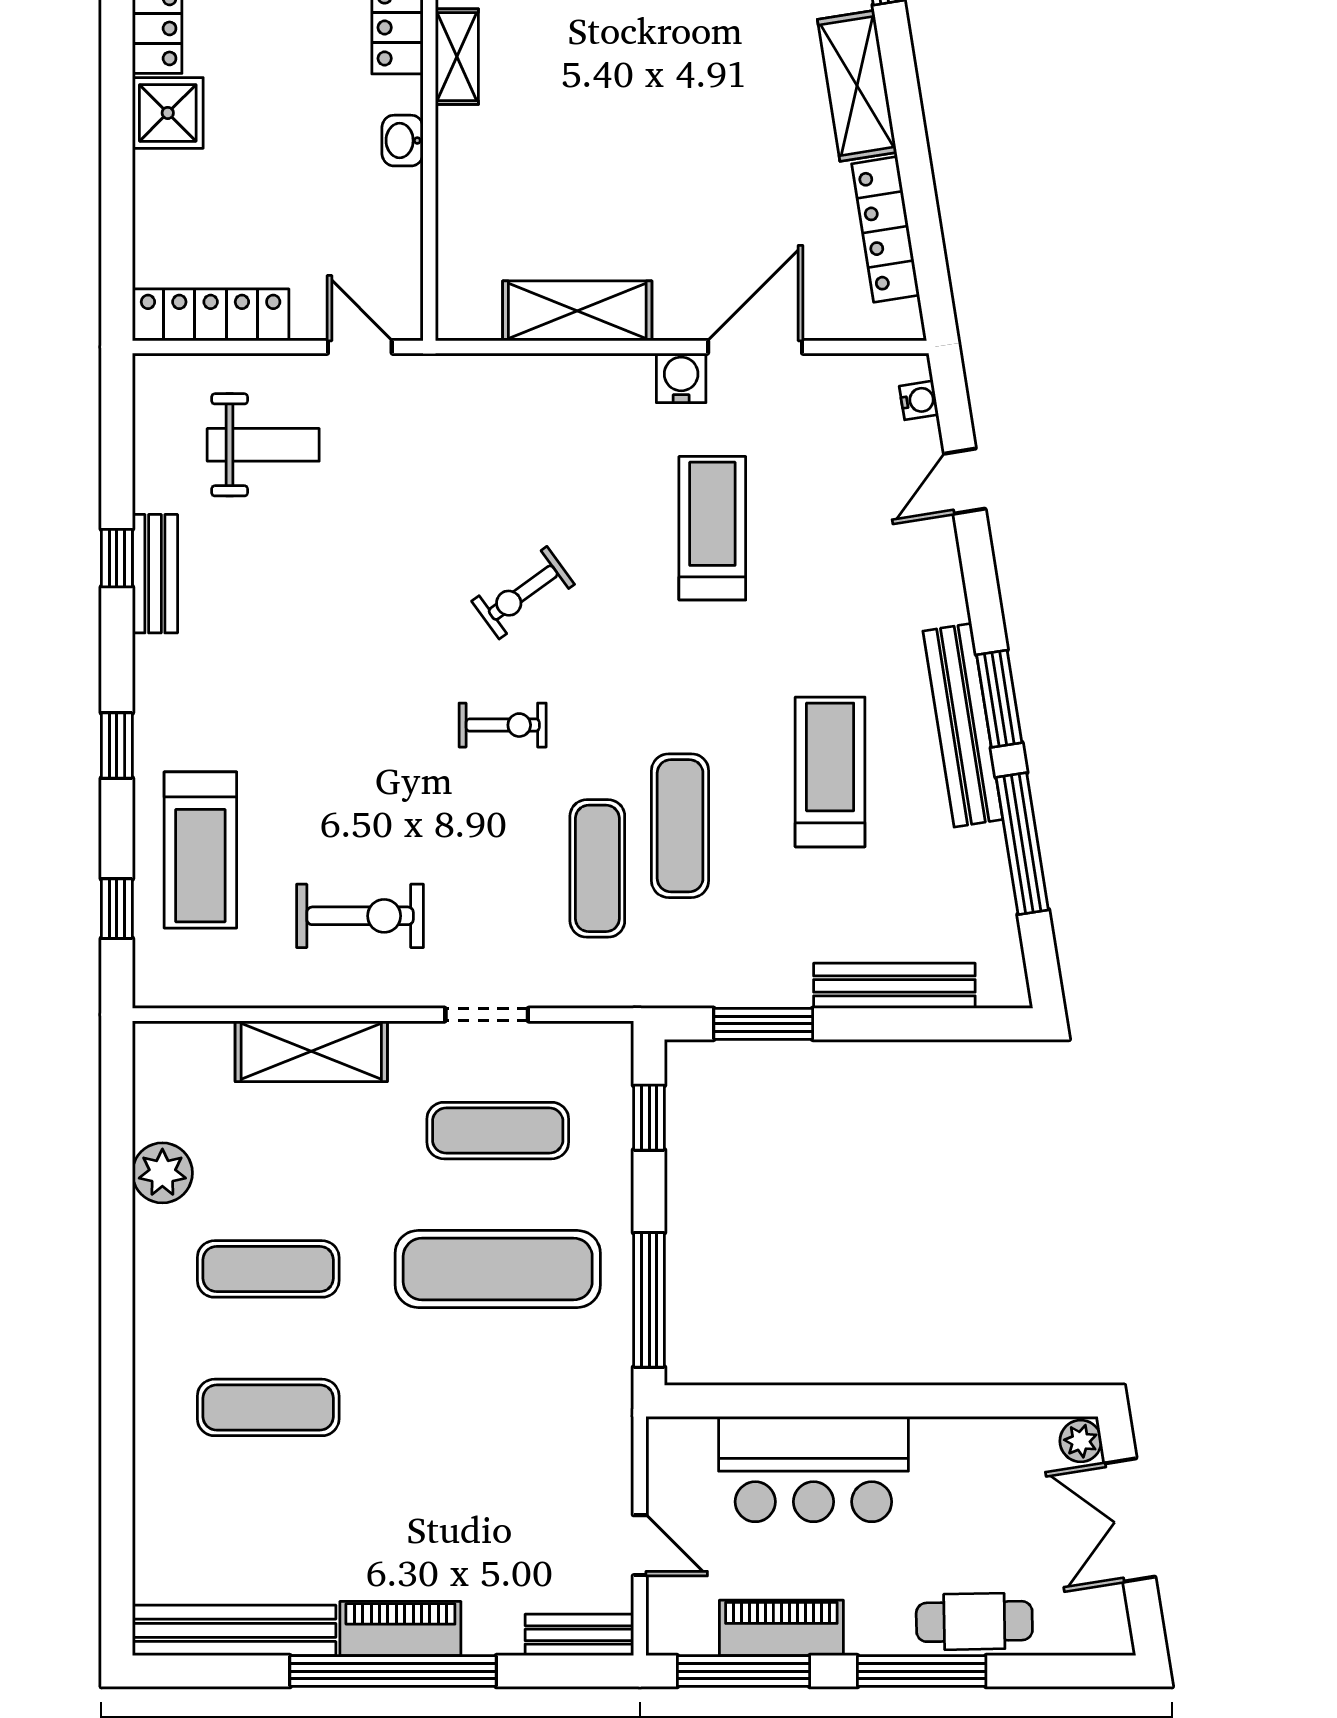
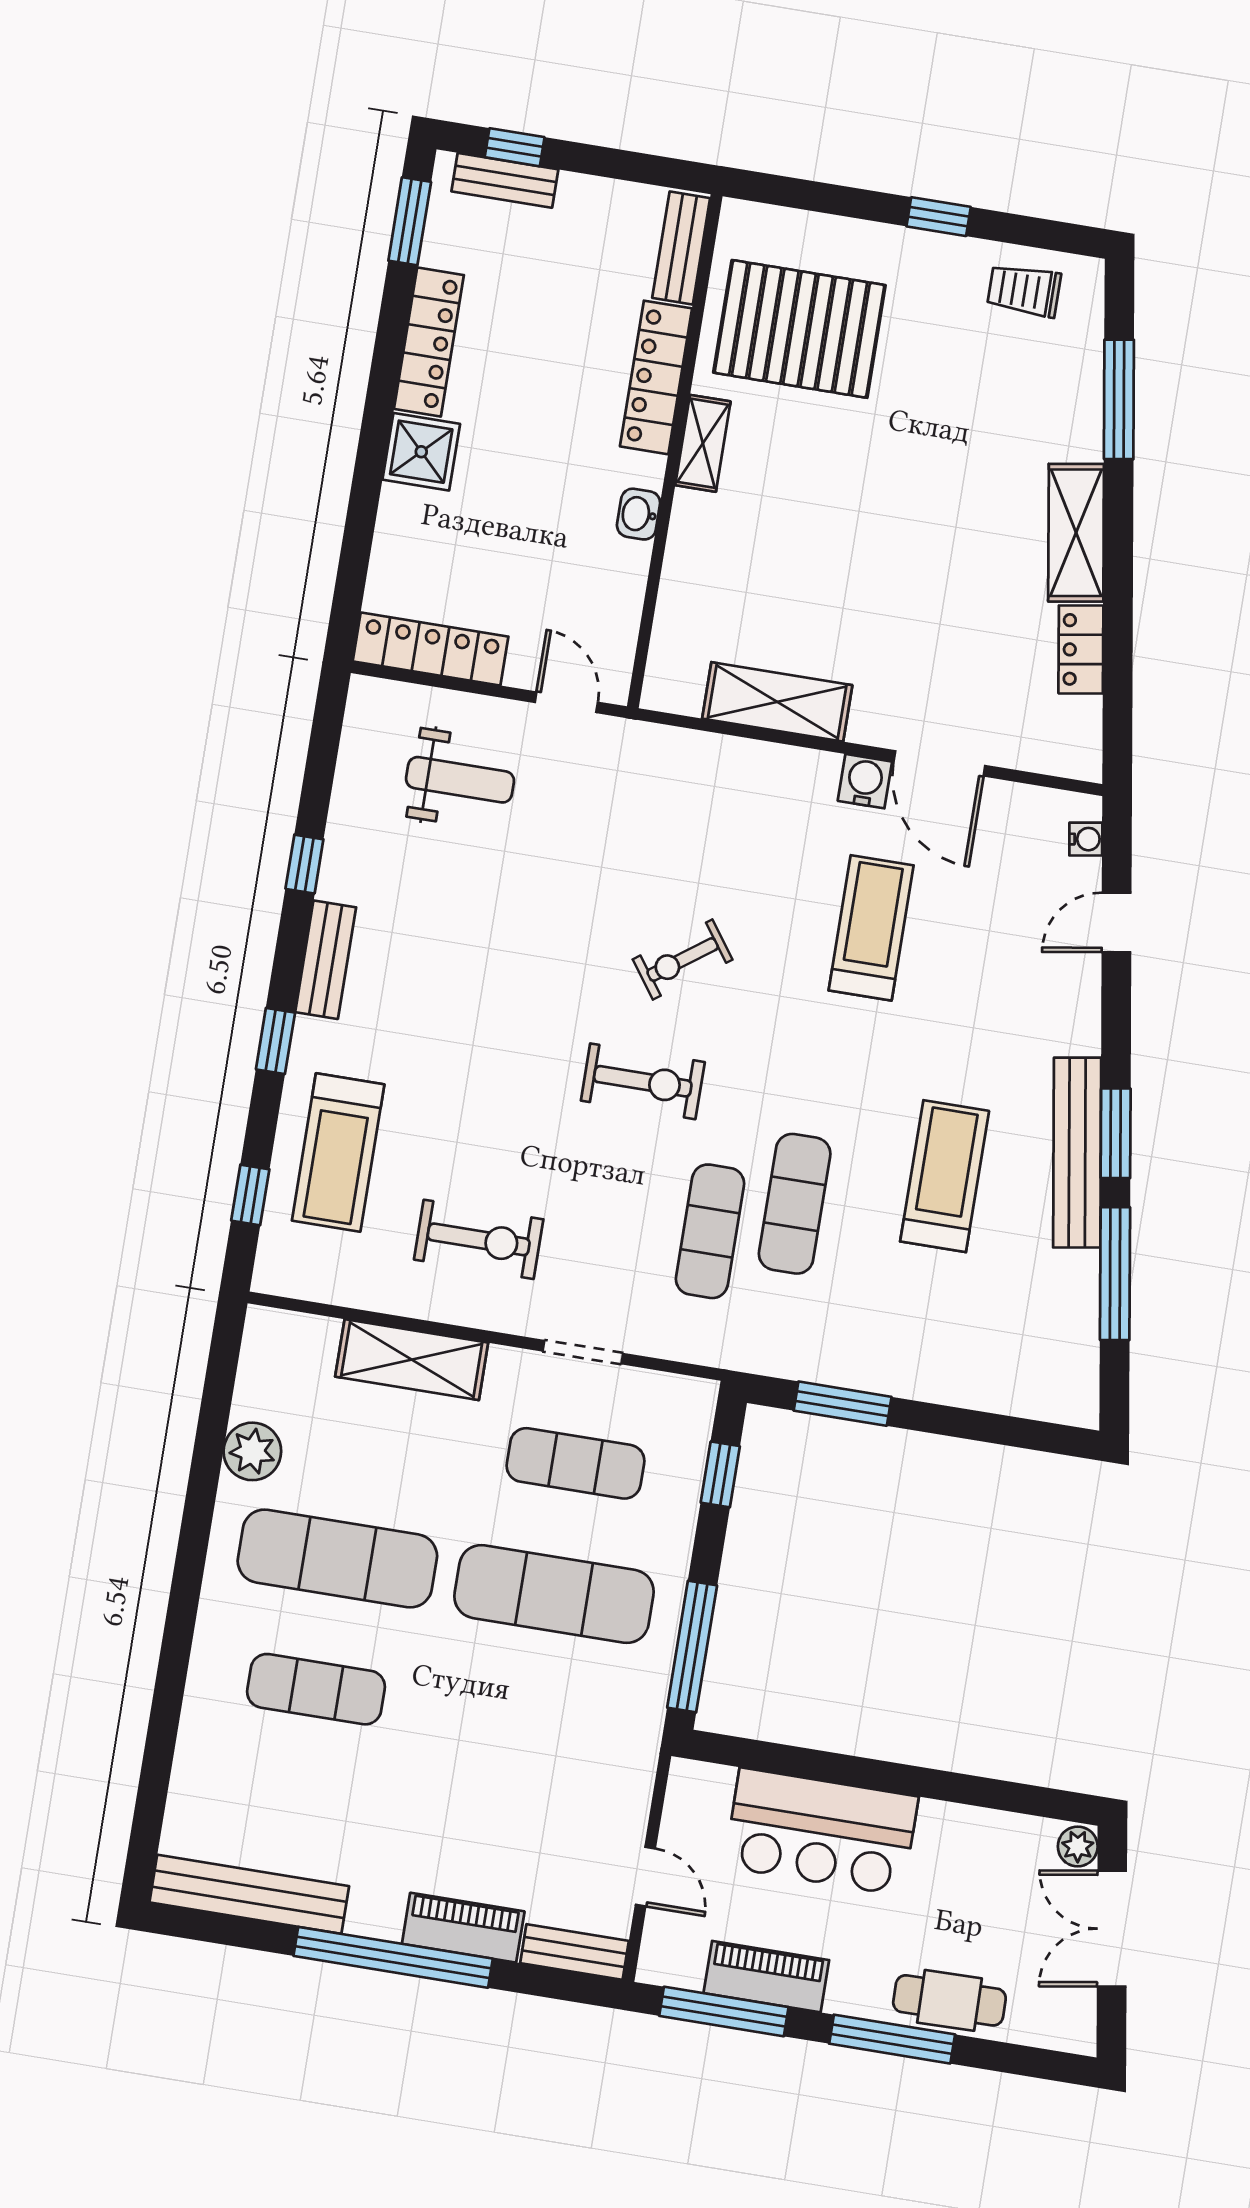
locker: (885, 229) -> (1081, 649), width x0.66
door: (755, 347) -> (939, 763), swing flipped
bench: (155, 574) -> (326, 960), moved
exercise bike: (503, 725) -> (643, 1081), width x1.38, depth x1.39
bench: (894, 986) -> (972, 1388), removed
exercise mat: (268, 1269) -> (337, 1559), width x1.36, depth x1.45
piano: (400, 1629) -> (463, 1928), moved

